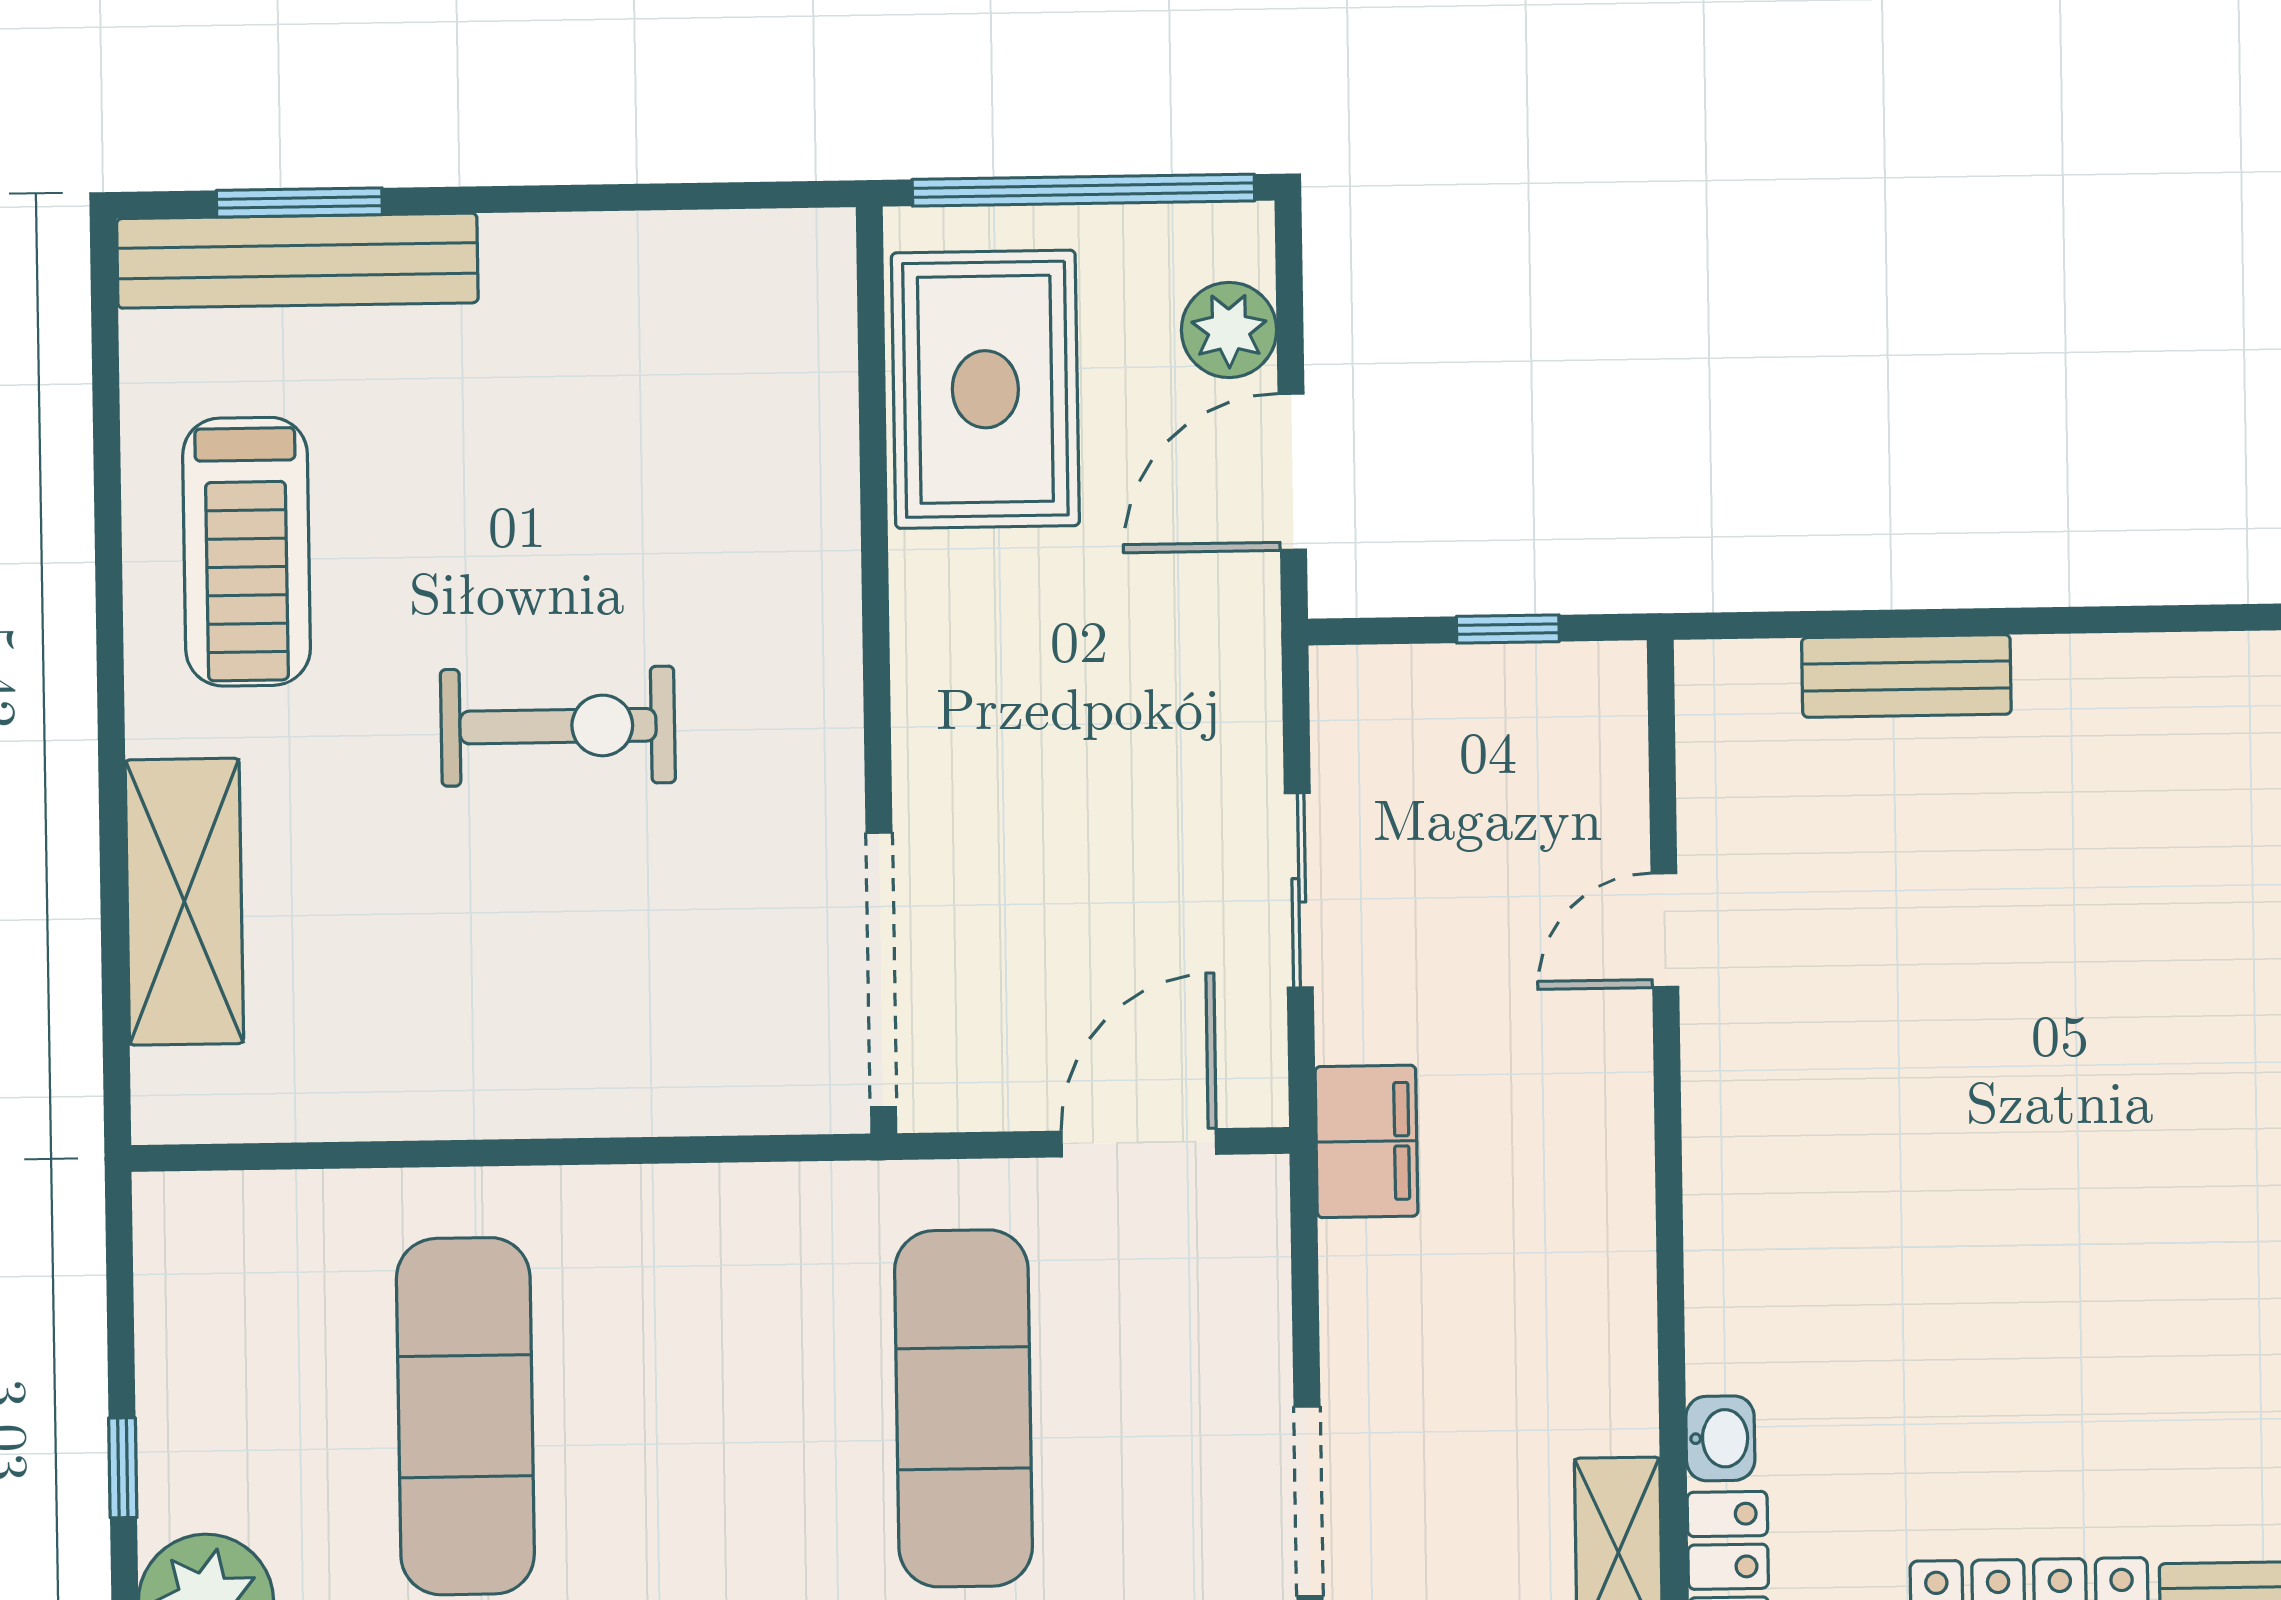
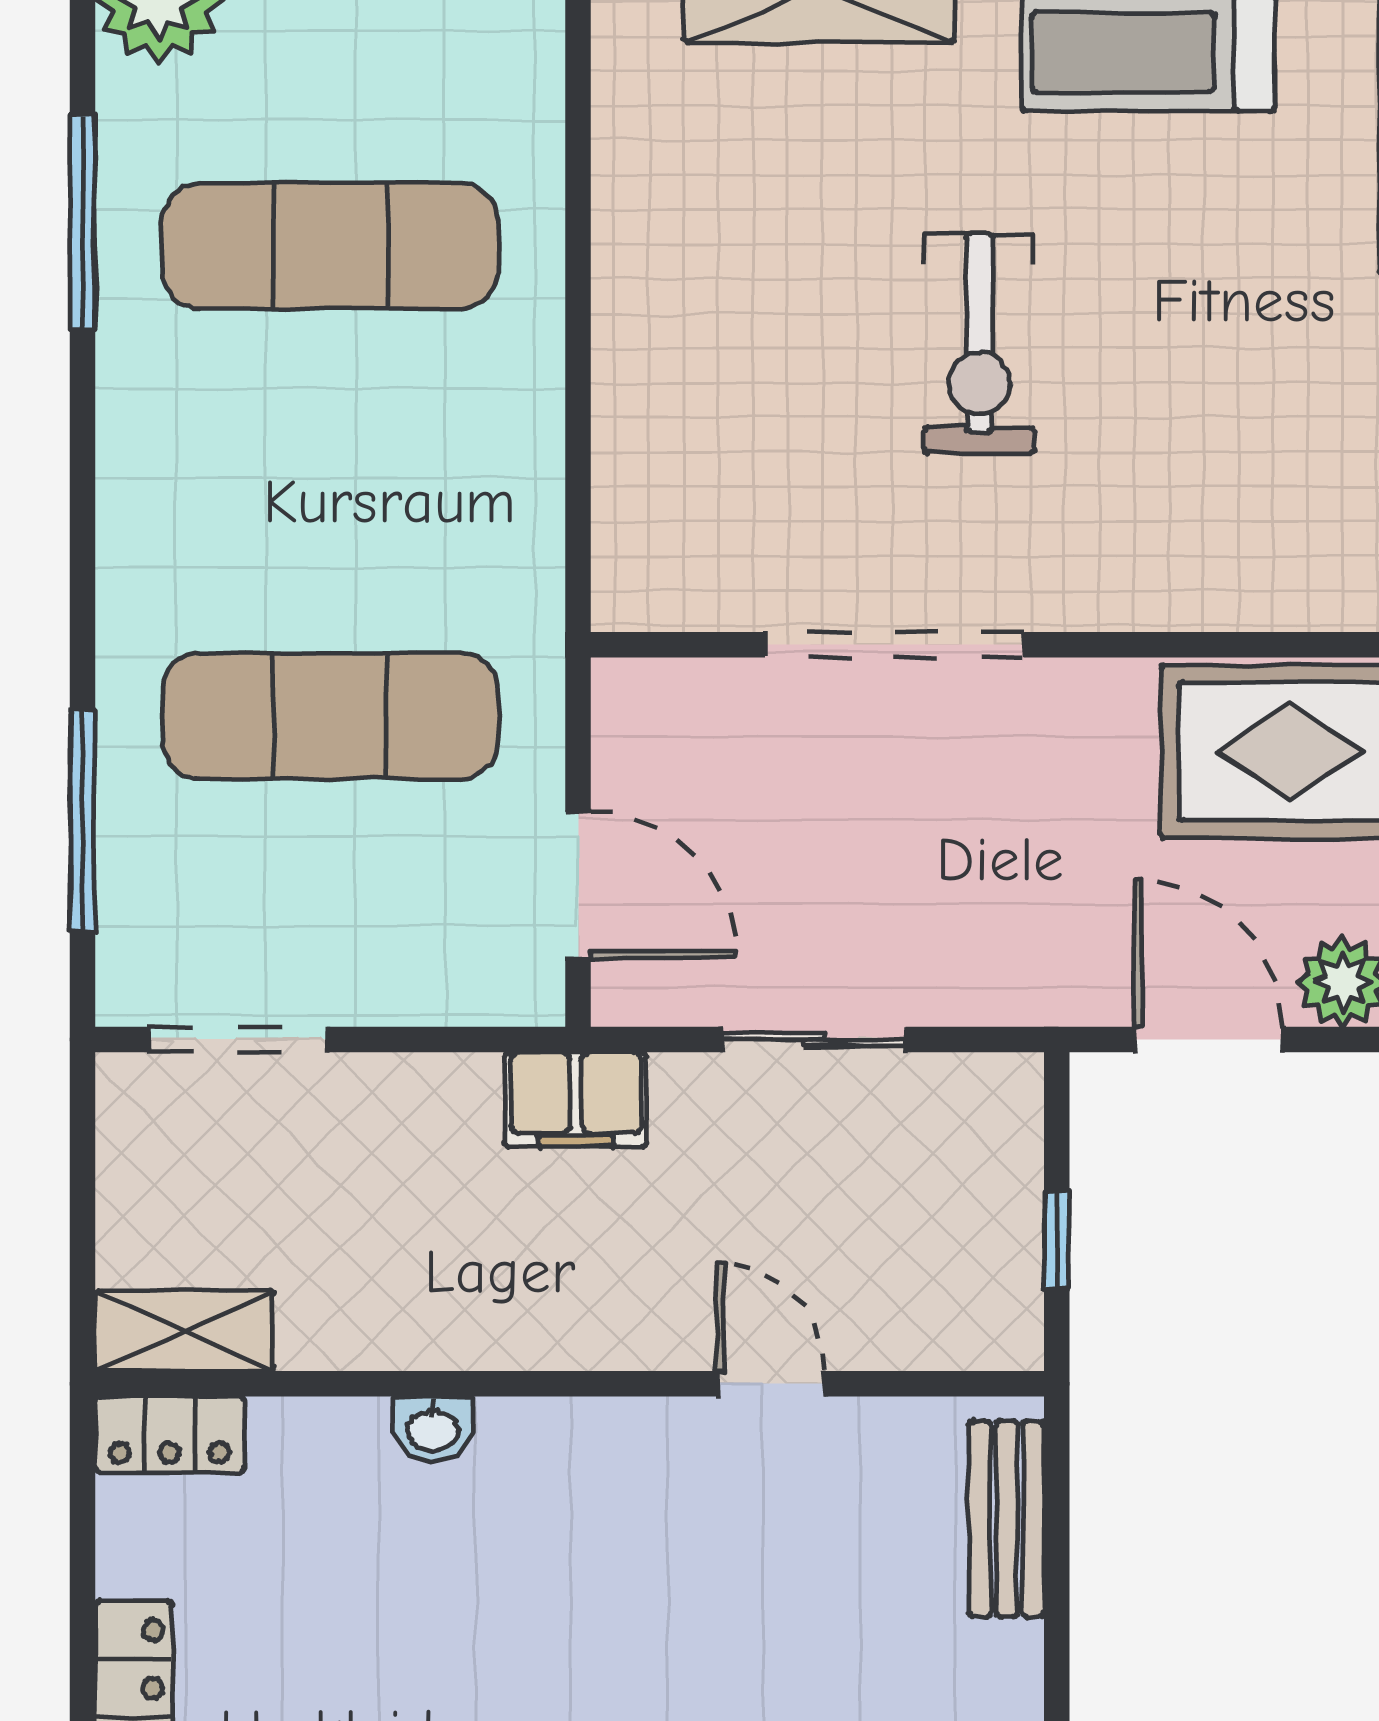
bench: (1906, 676) -> (1007, 1519), moved
doorway: (881, 970) -> (895, 645), moved
washbasin: (1720, 1438) -> (433, 1429), moved

